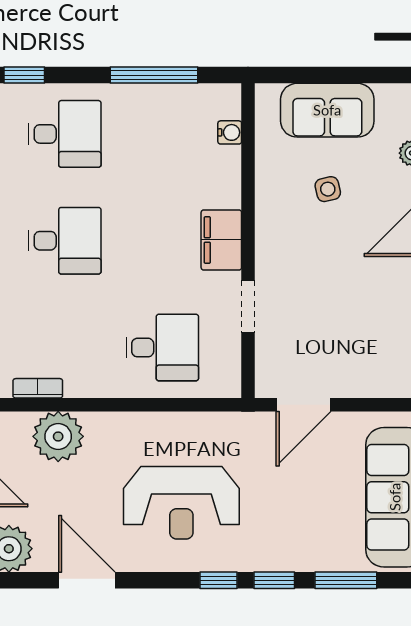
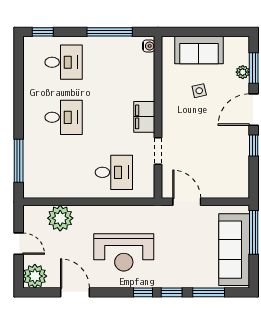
water cooler: (230, 132) -> (149, 46), moved
bookcase: (38, 388) -> (50, 193), removed
door: (304, 405) -> (187, 202), swing flipped

